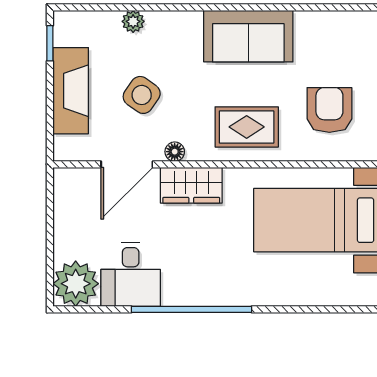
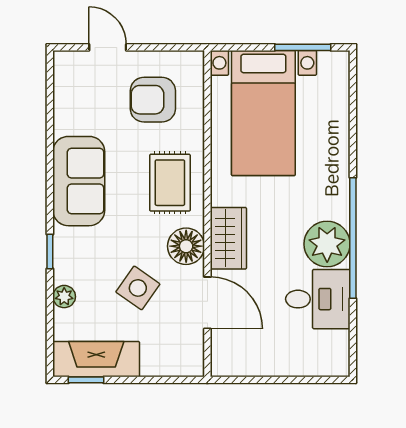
window: (178, 7) -> (50, 251), added
fireplace: (71, 91) -> (96, 359), moved
floor lamp: (175, 152) -> (186, 246), width x1.89, depth x1.89
plant: (76, 284) -> (327, 244), moved

